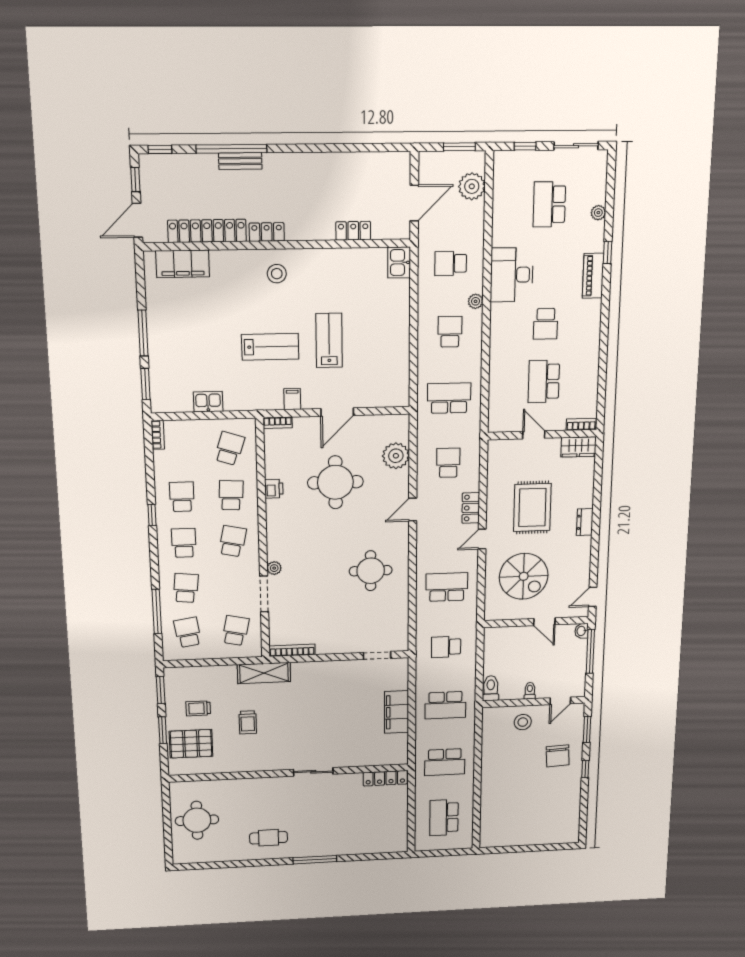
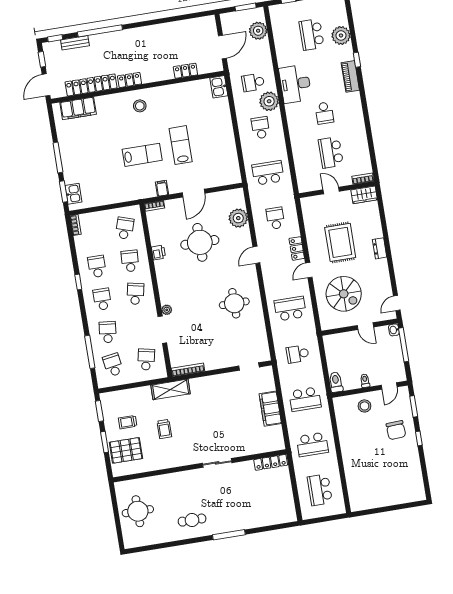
bench: (240, 161) -> (75, 43), moved
plant: (598, 213) -> (341, 35), width x1.88, depth x1.88
plant: (476, 301) -> (269, 101), width x1.88, depth x1.88
kitchen sink: (208, 402) -> (73, 194), moved, turned 90

